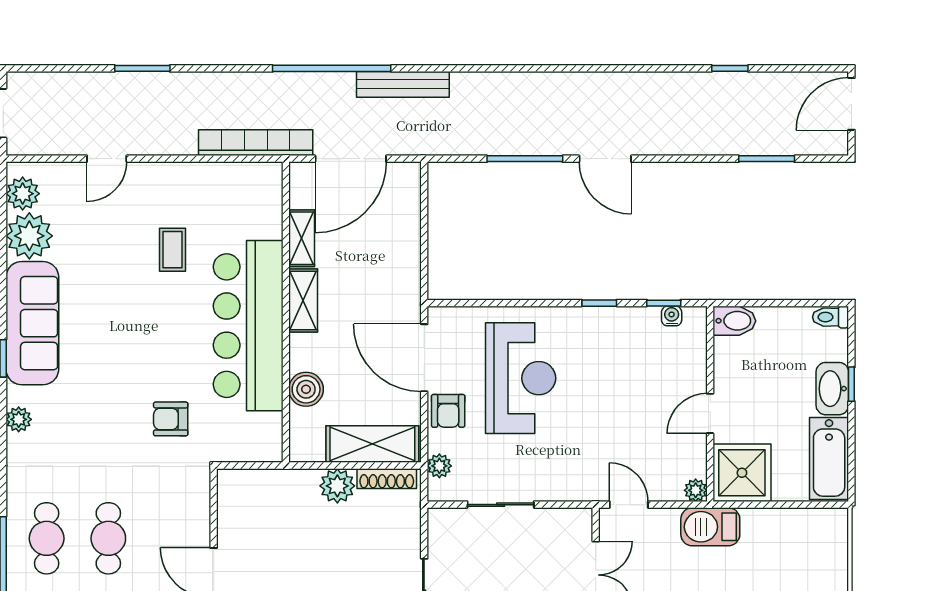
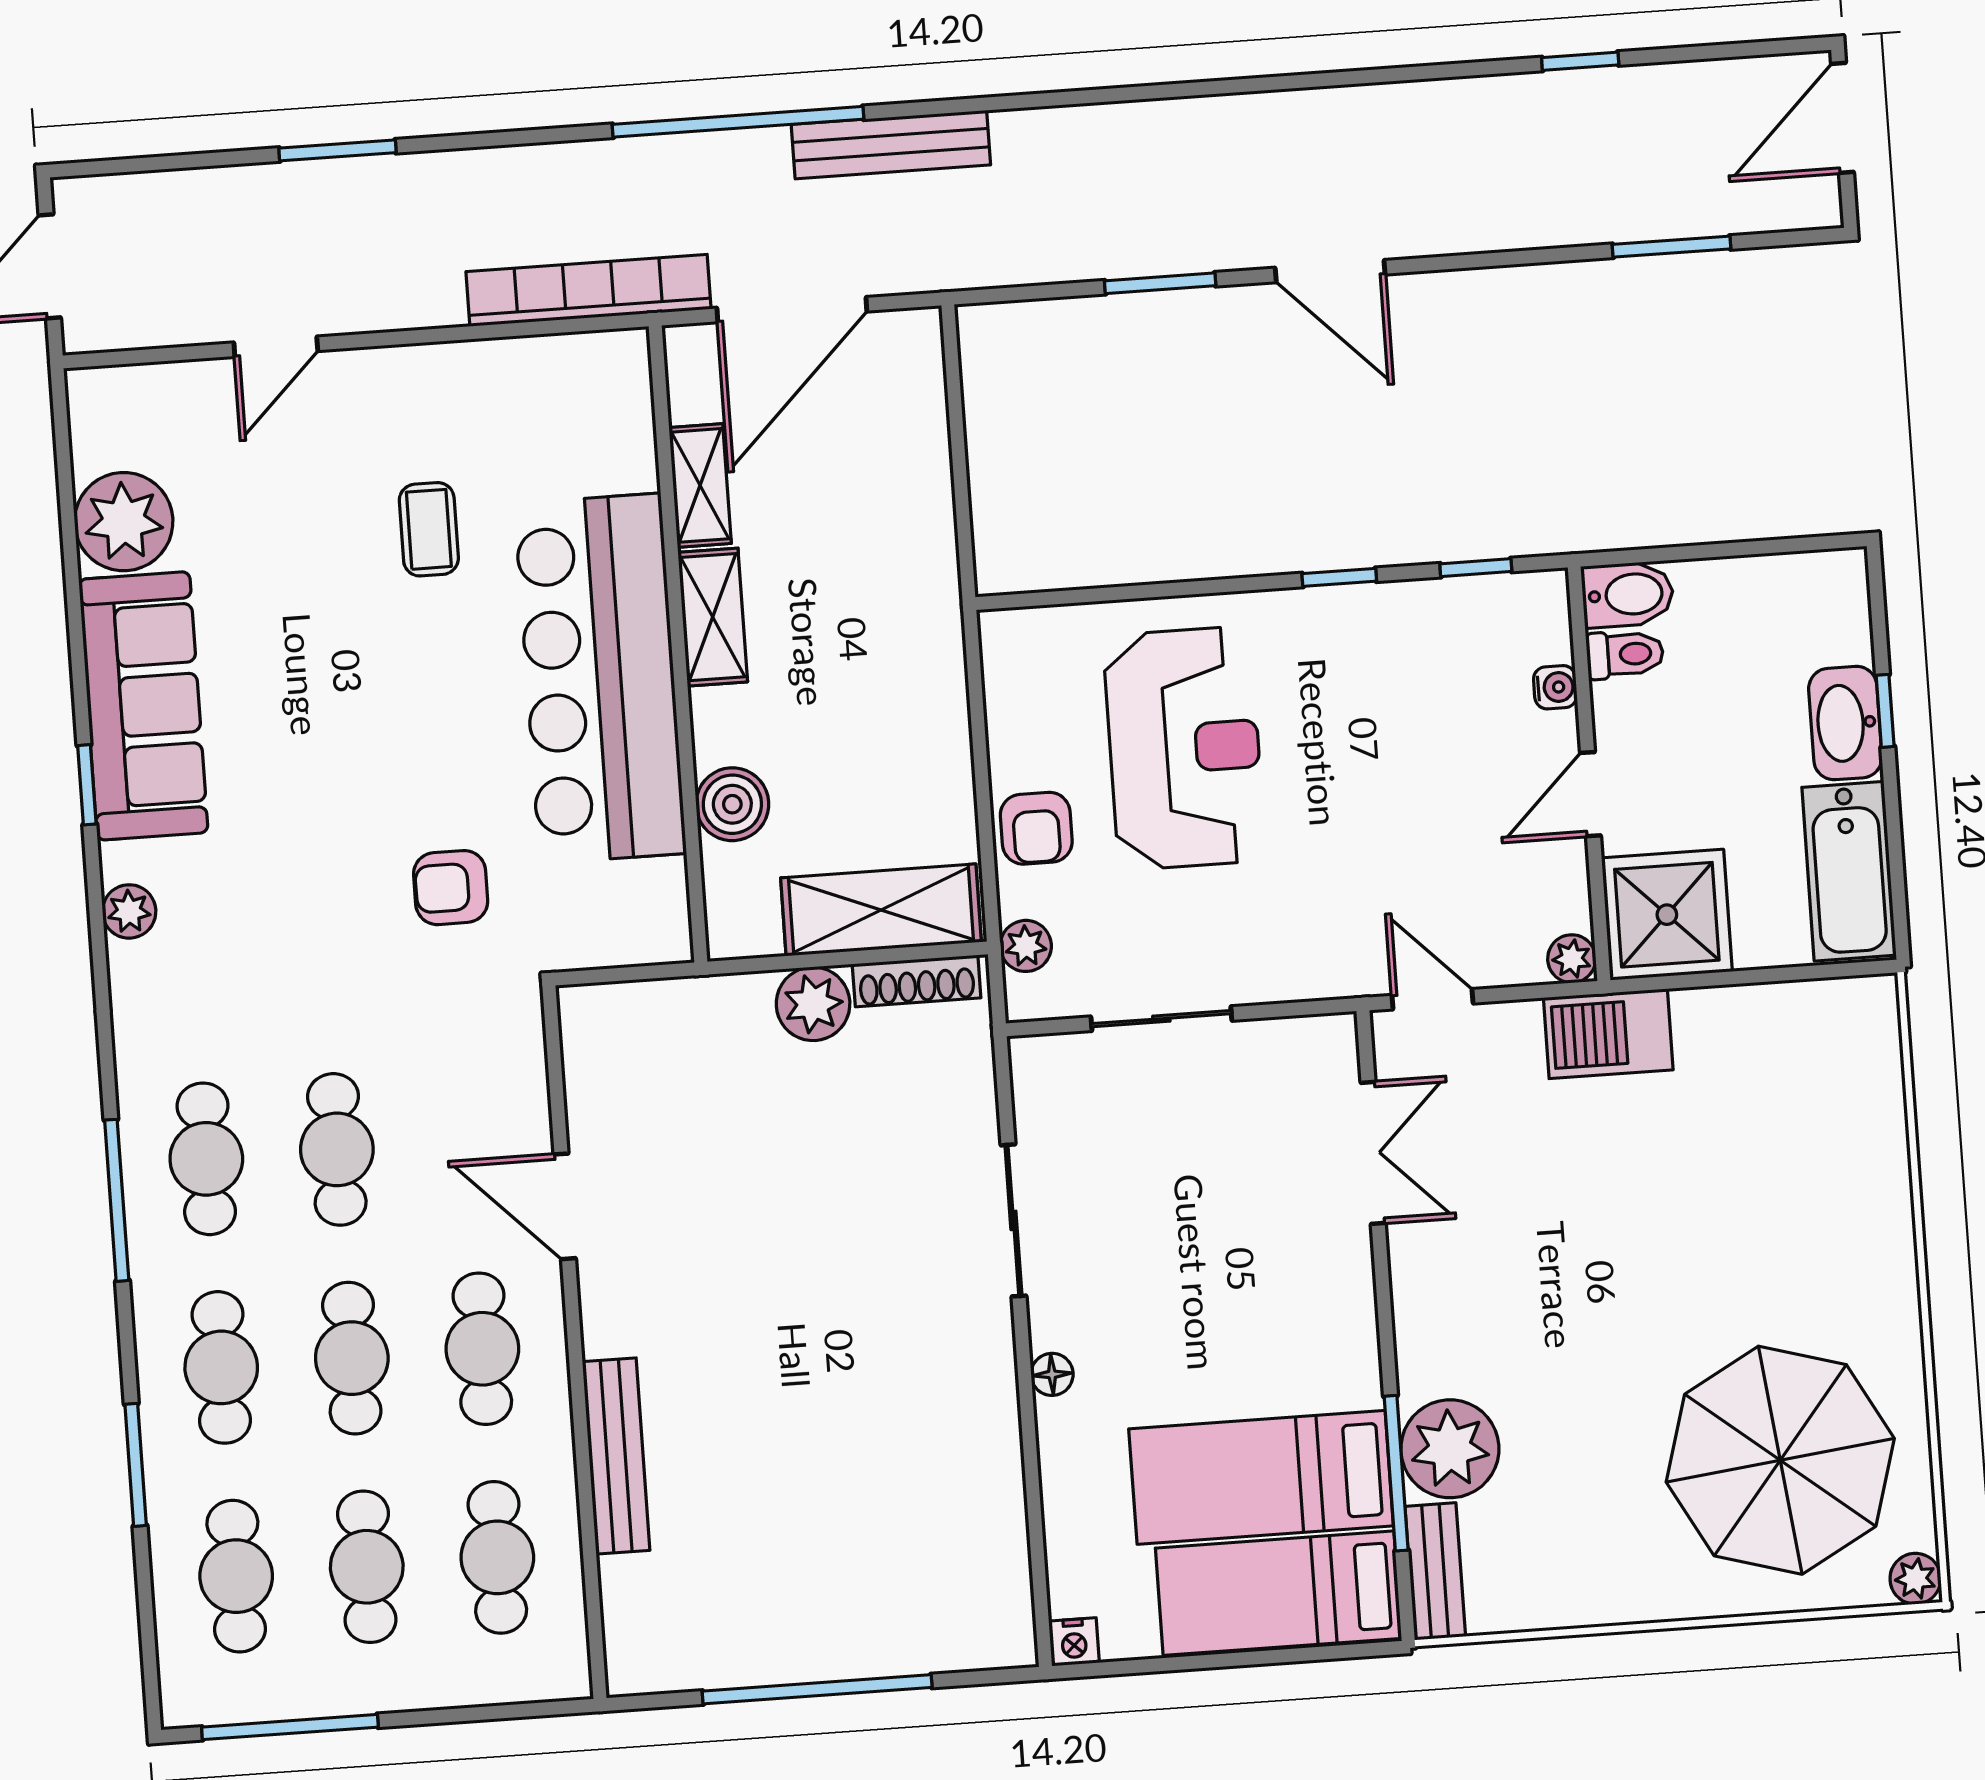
window: (525, 159) -> (1160, 283), width x0.69
plant: (23, 194) -> (103, 433), removed
water cooler: (672, 316) -> (1555, 687), moved, turned 90
toilet: (830, 317) -> (1625, 654), moved, turned 180
door: (424, 358) -> (978, 720), removed

